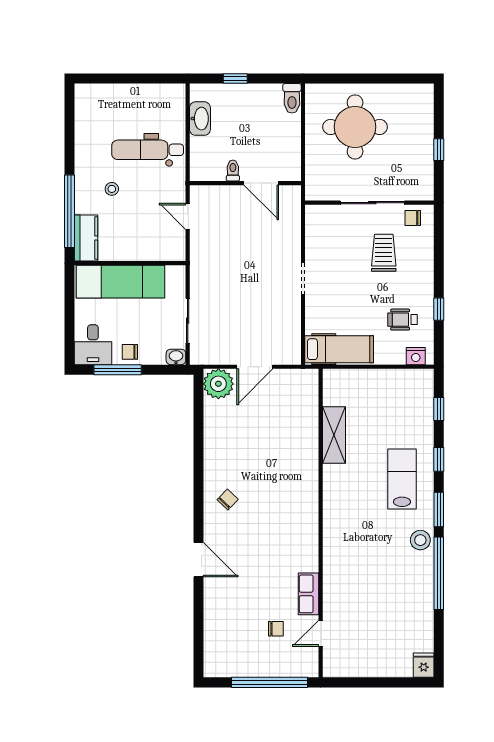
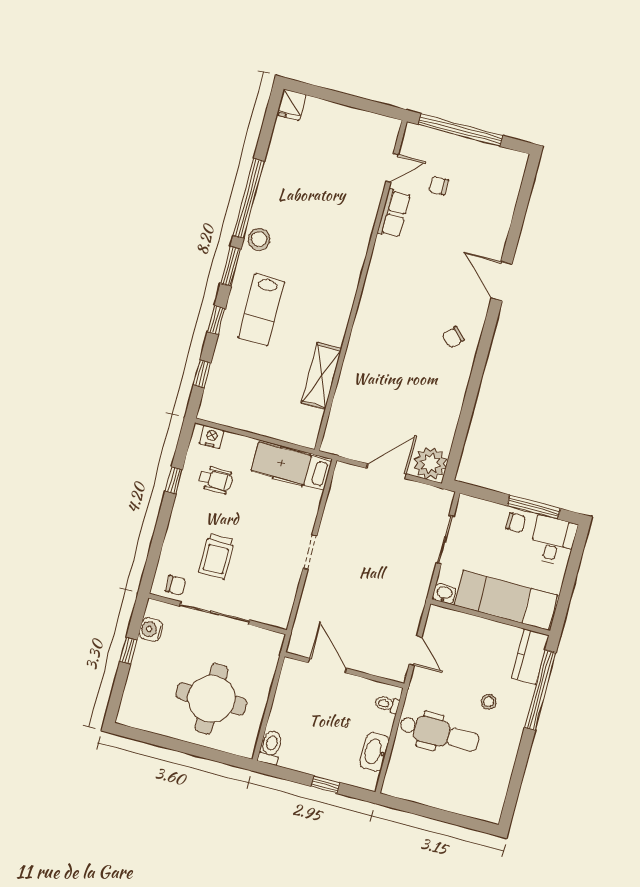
toilet: (233, 171) -> (387, 704), moved, turned 90
water cooler: (424, 173) -> (151, 629), added
washbasin: (176, 357) -> (444, 594), moved, turned 180

